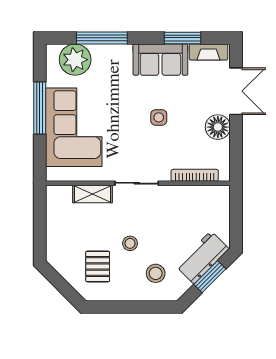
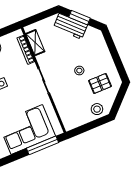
window: (40, 108) -> (43, 145), moved
shelving: (92, 194) -> (35, 43), moved
stool: (156, 273) -> (97, 109), moved

